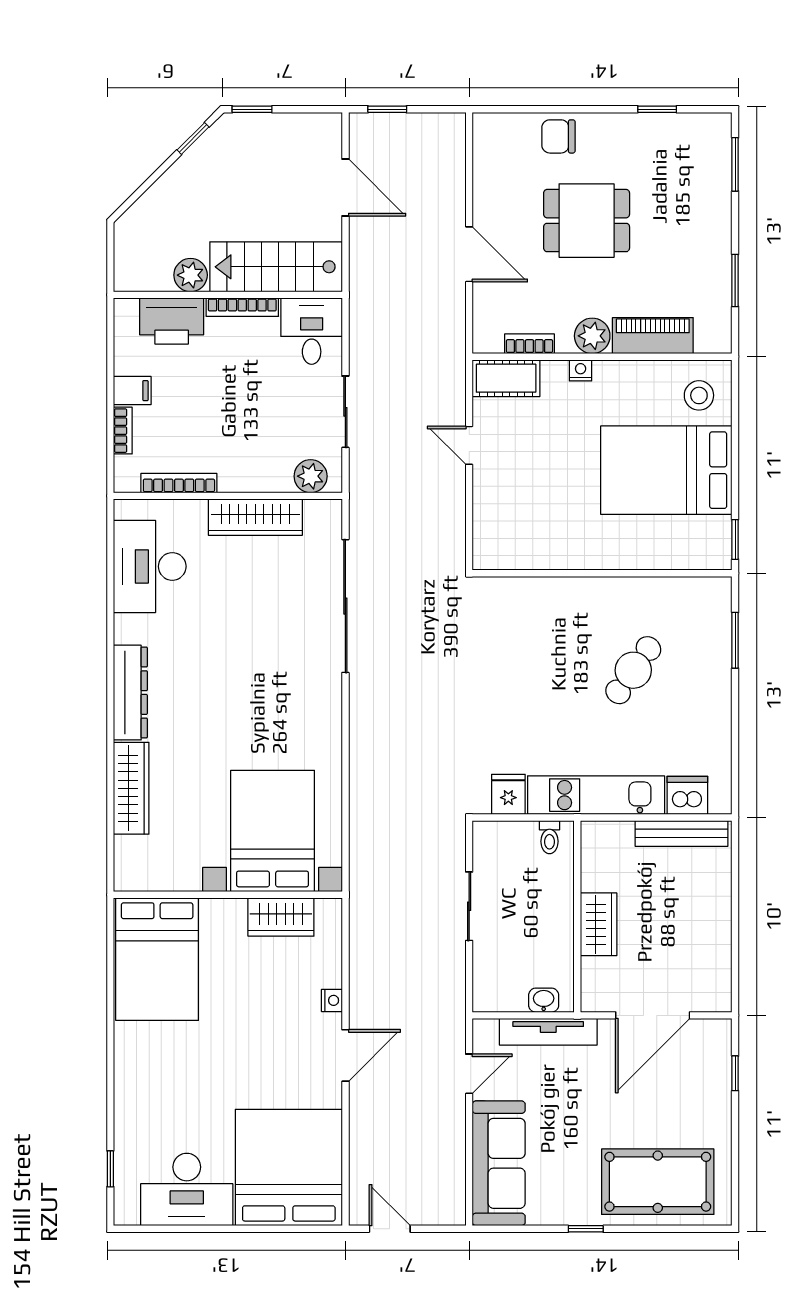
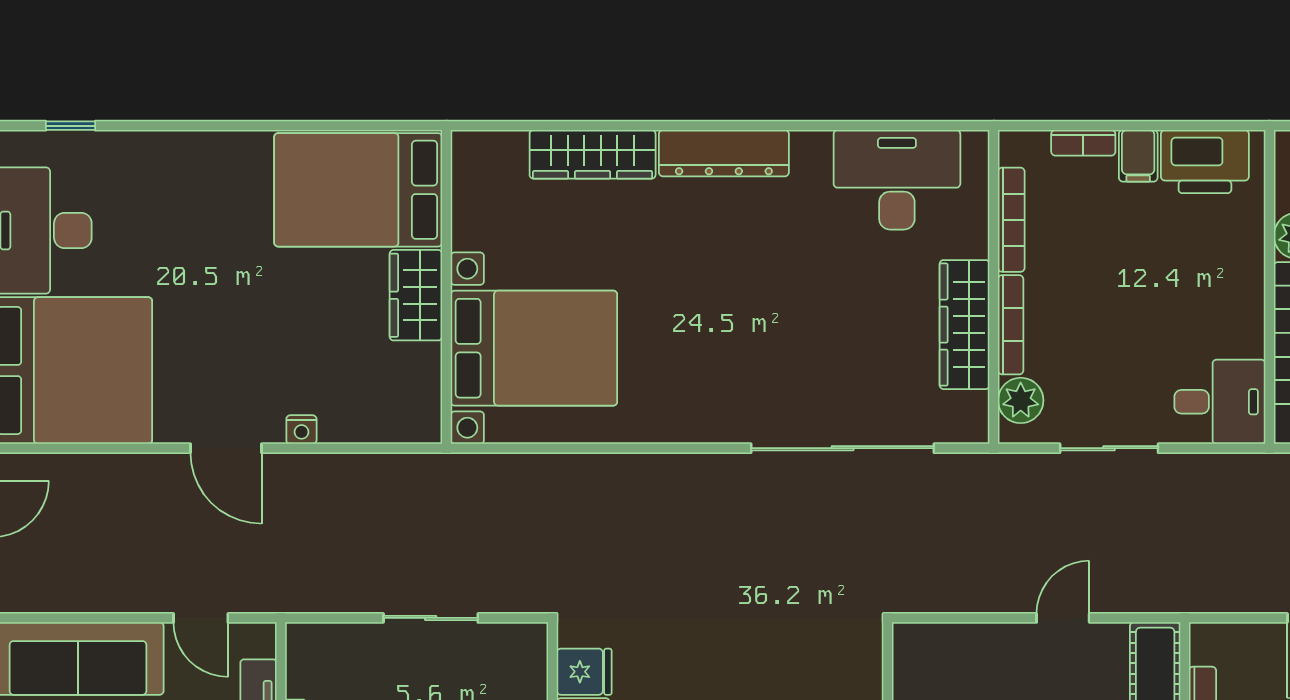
bookcase: (242, 307) -> (1011, 325), moved, turned 180
printer: (172, 321) -> (1205, 162), moved, turned -90
wardrobe: (281, 917) -> (416, 295), moved

